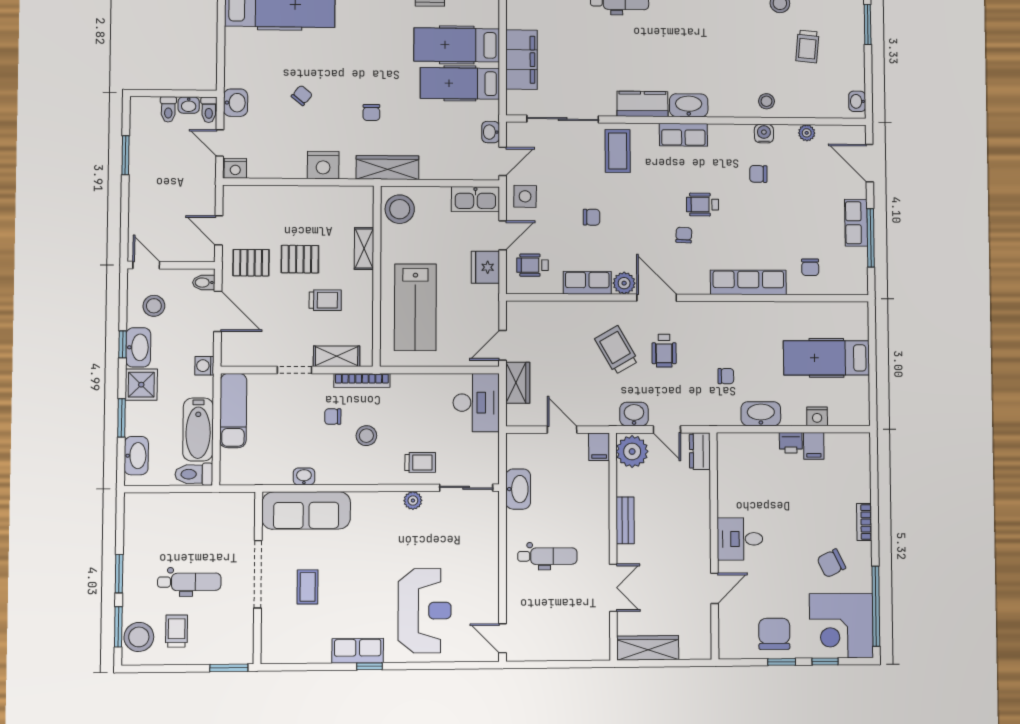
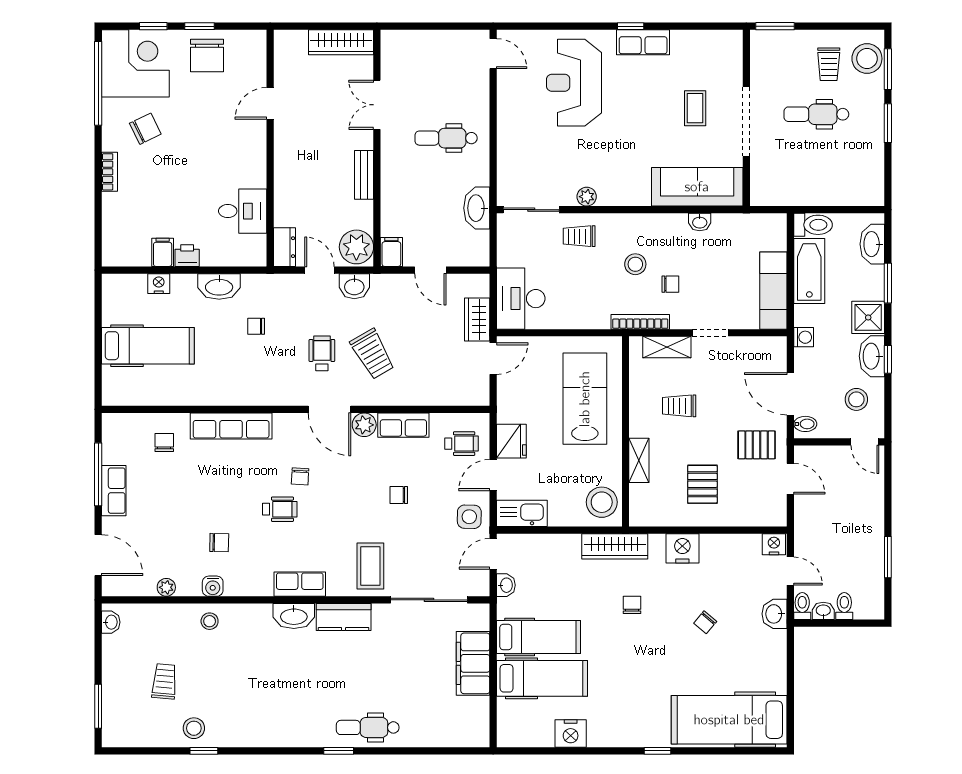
pallet: (300, 259) -> (702, 484), moved, turned 90
desk: (740, 539) -> (243, 211), moved

